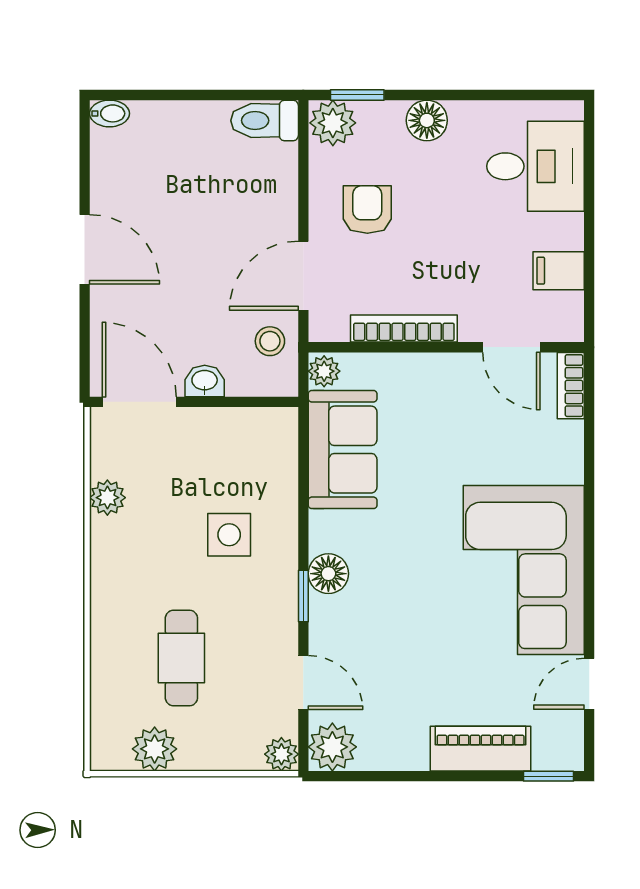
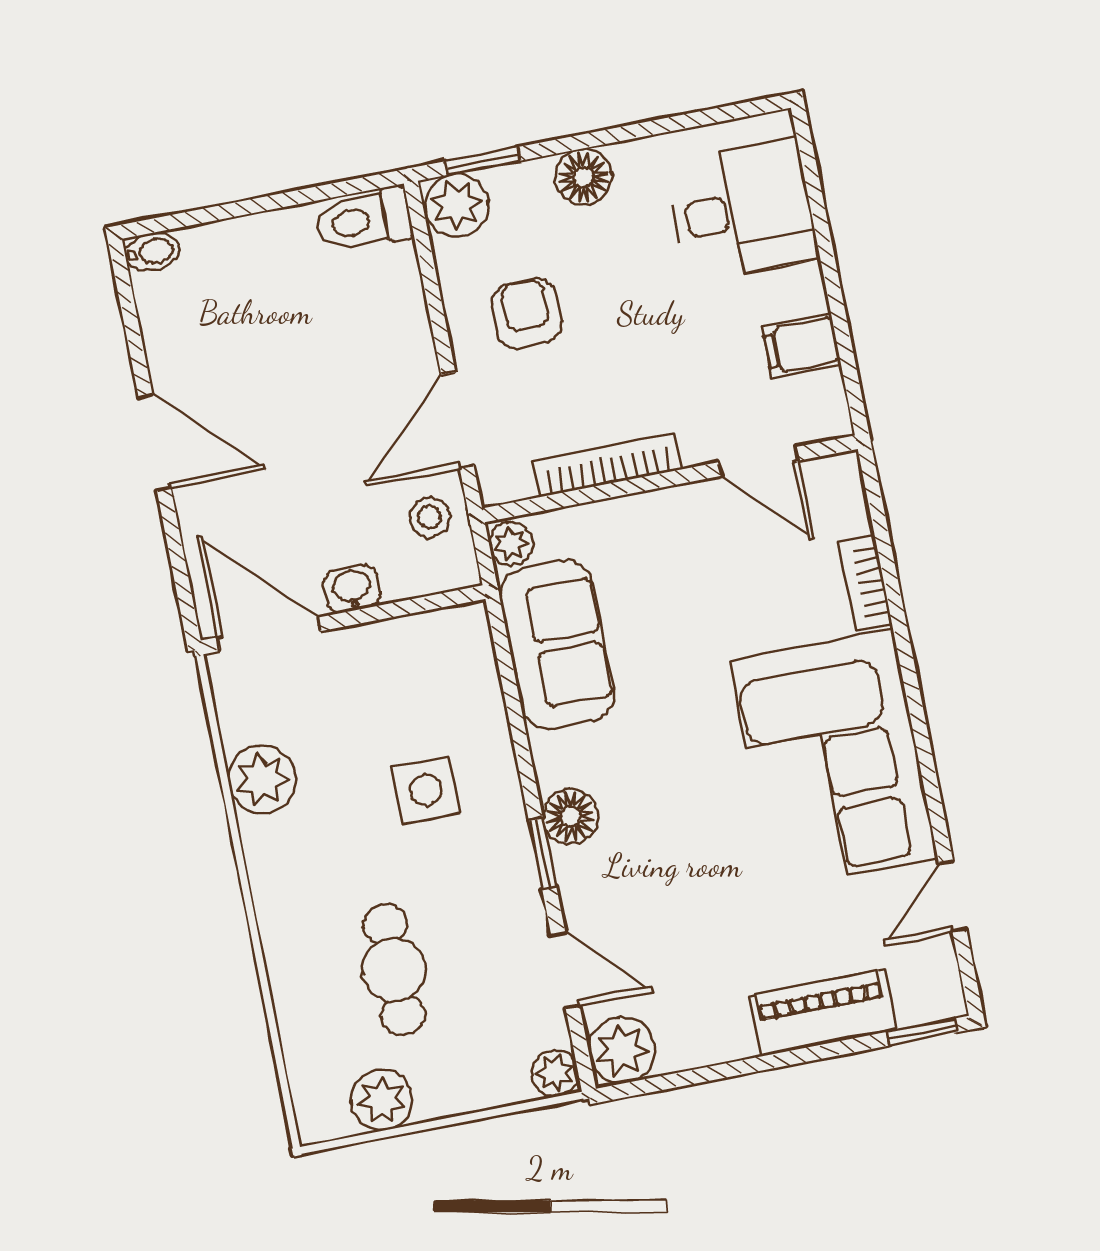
bookcase: (571, 386) -> (865, 583), moved
plant: (107, 498) -> (262, 779), width x1.38, depth x1.38

